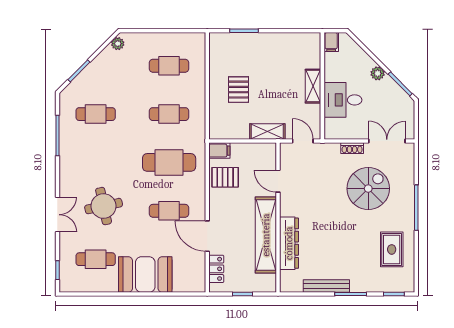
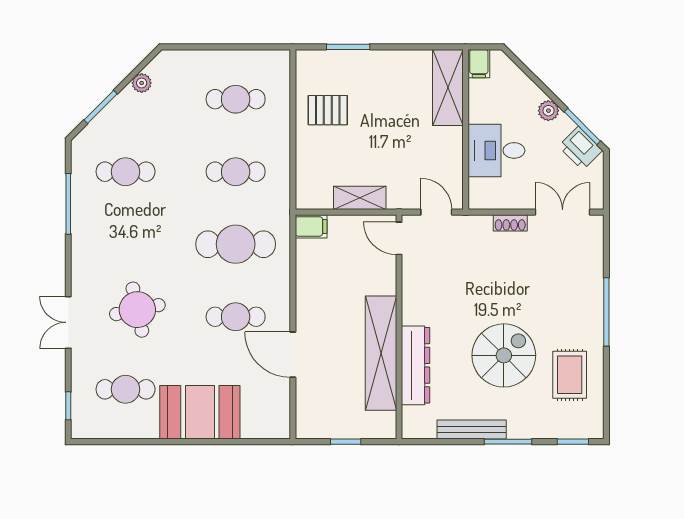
plant: (118, 44) -> (142, 83), moved
shelving: (313, 86) -> (448, 87), moved, width x1.50, depth x1.33
pallet: (238, 90) -> (328, 110), moved, turned 90
printer: (399, 98) -> (580, 148), added
shelving: (267, 132) -> (360, 198), moved
pallet: (225, 177) -> (320, 266), removed
door: (278, 181) -> (399, 238), moved
spiral stairs: (368, 189) -> (504, 355), moved
double door: (57, 215) -> (68, 322), swing flipped
locker: (216, 269) -> (306, 404), removed

